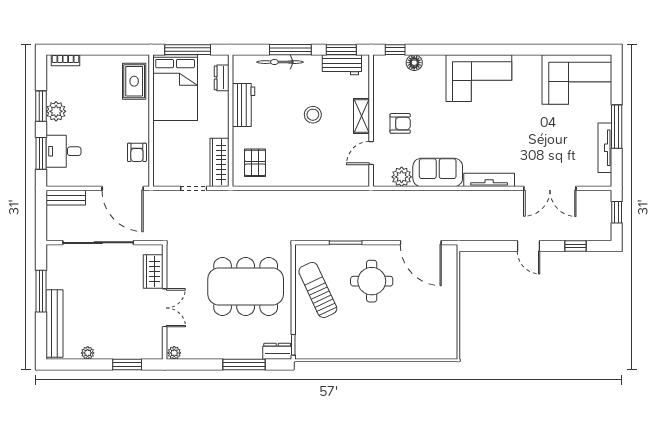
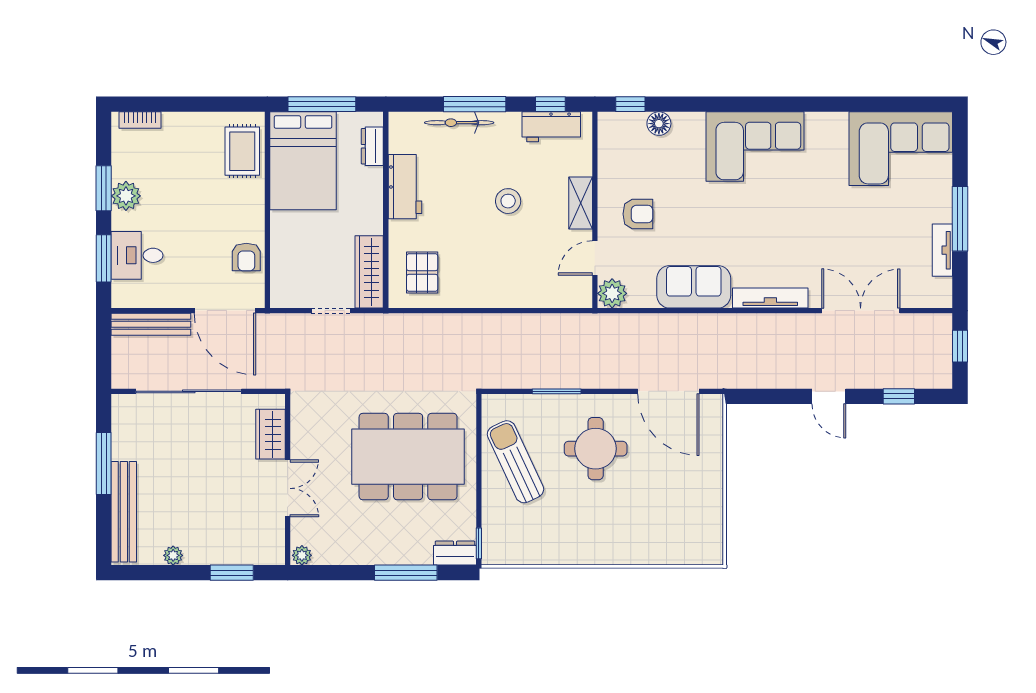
window: (341, 50) -> (550, 104), width x0.67
tv unit: (605, 148) -> (942, 250), width x0.71
plant: (402, 177) -> (612, 293), moved
double door: (550, 188) -> (861, 311), swing flipped
bench: (66, 198) -> (151, 324), width x1.36

